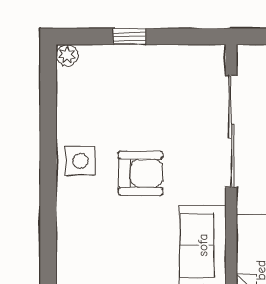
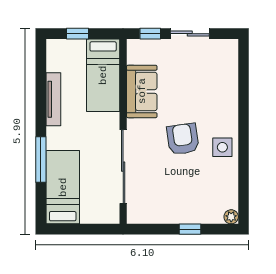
armchair: (140, 173) -> (183, 139), turned 82

